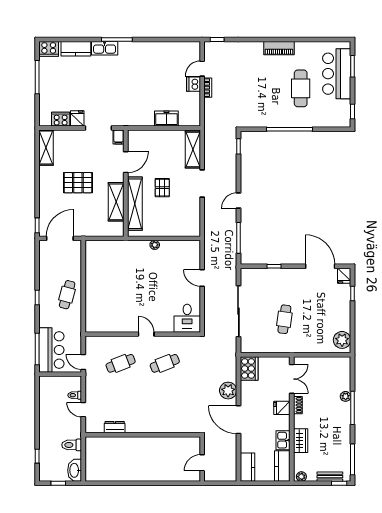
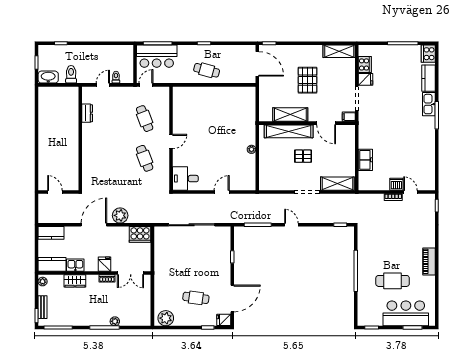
cafe table: (284, 319) -> (196, 298), moved

